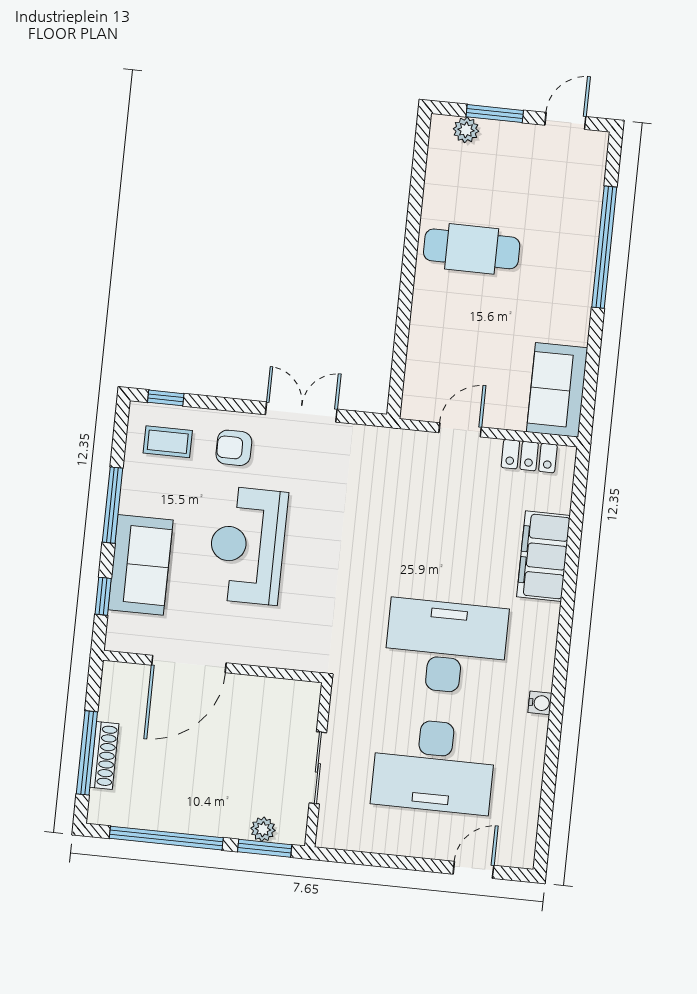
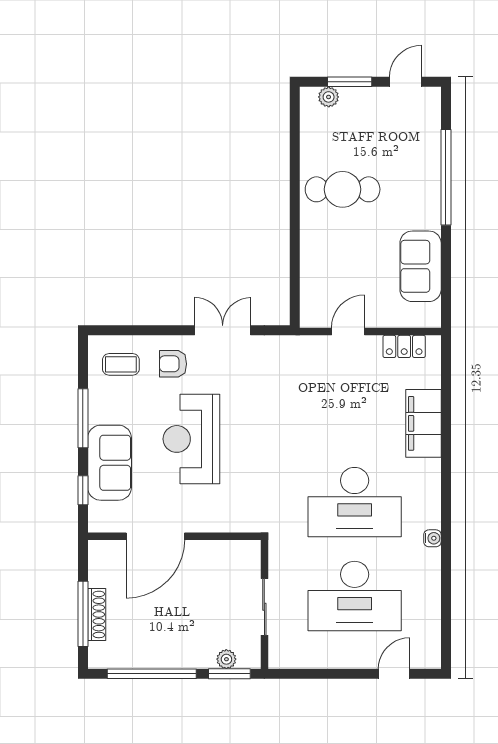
sofa: (557, 390) -> (421, 266), moved
window: (166, 398) -> (116, 330), removed
desk: (446, 647) -> (355, 502), turned 180

